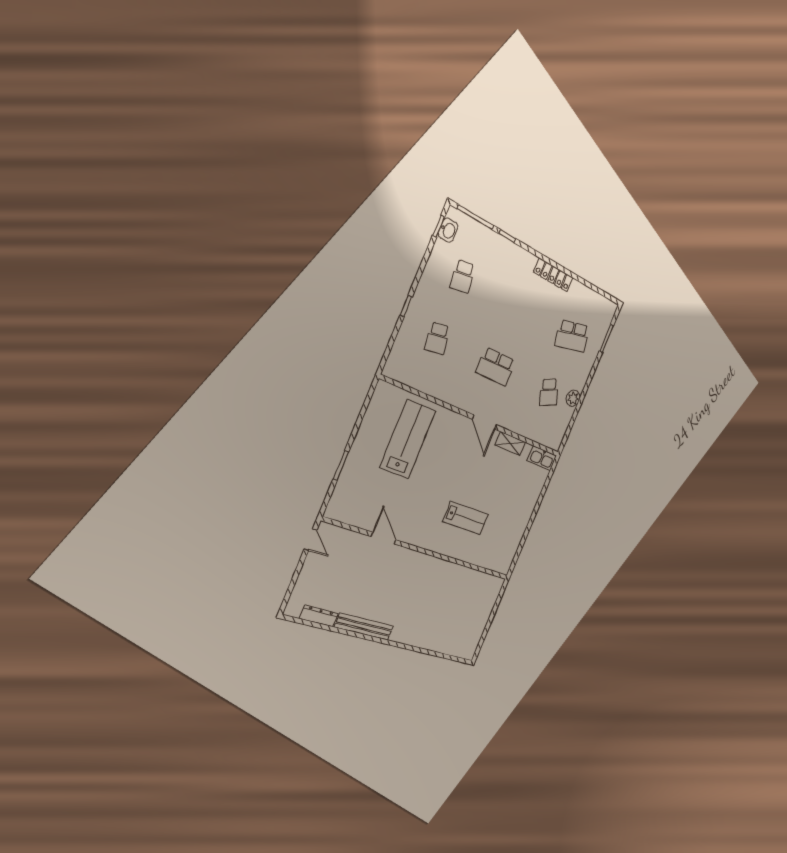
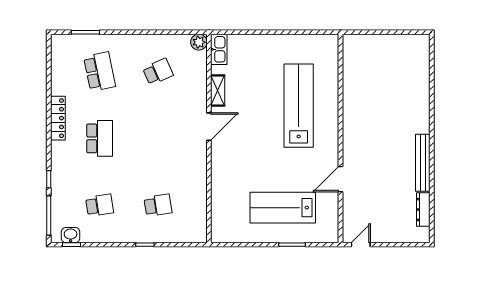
school desk: (496, 367) -> (100, 138), moved
plant: (573, 398) -> (199, 42), moved
lab bench: (408, 439) -> (283, 208), moved
lab bench: (465, 518) -> (299, 106), width x1.86, depth x1.39

